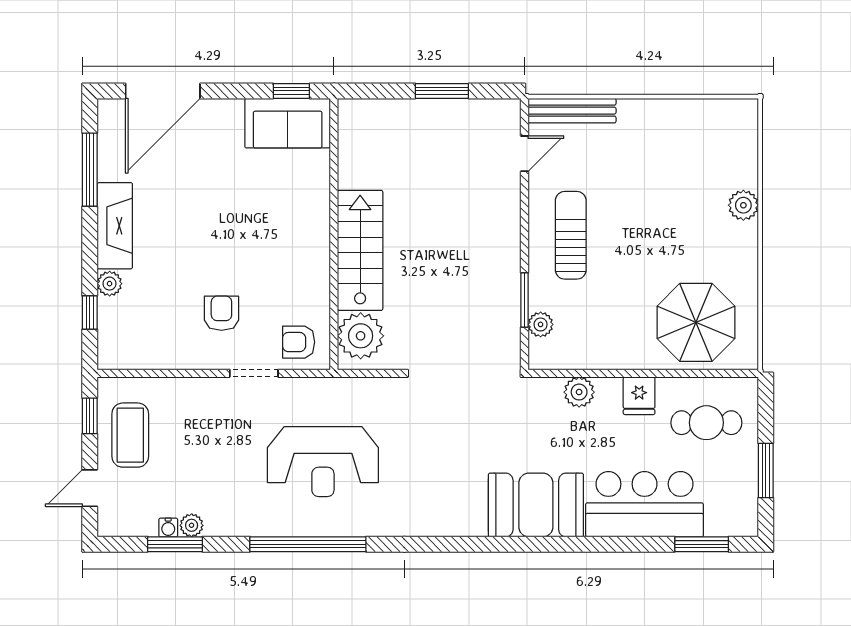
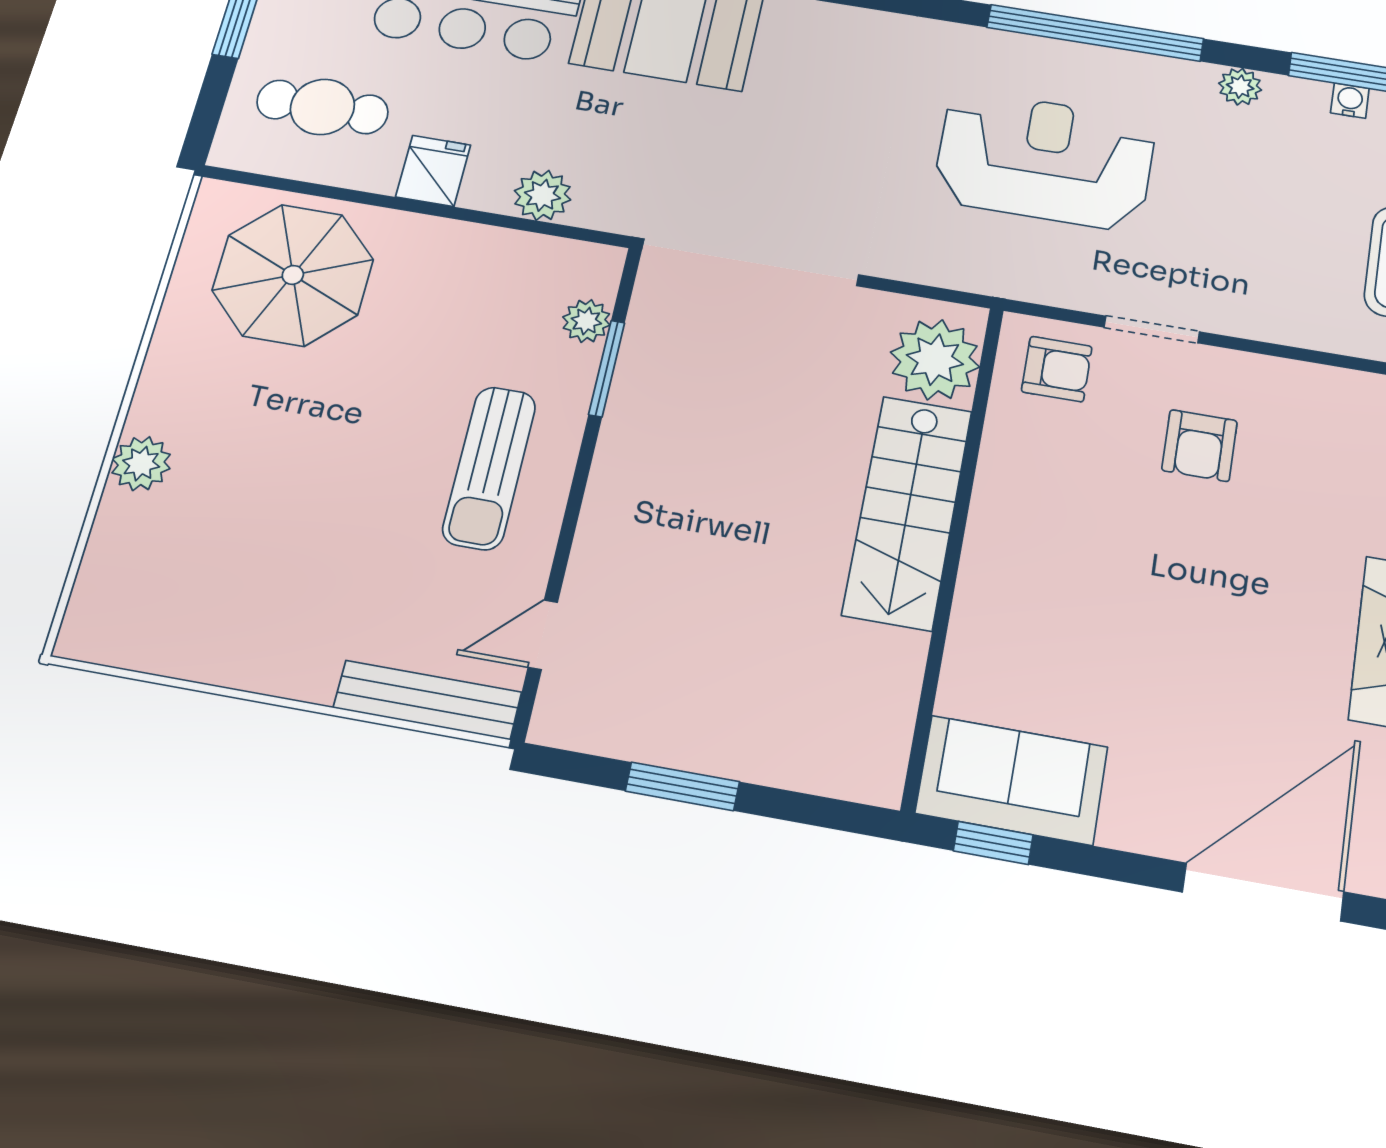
plant: (192, 525) -> (1240, 87), moved

